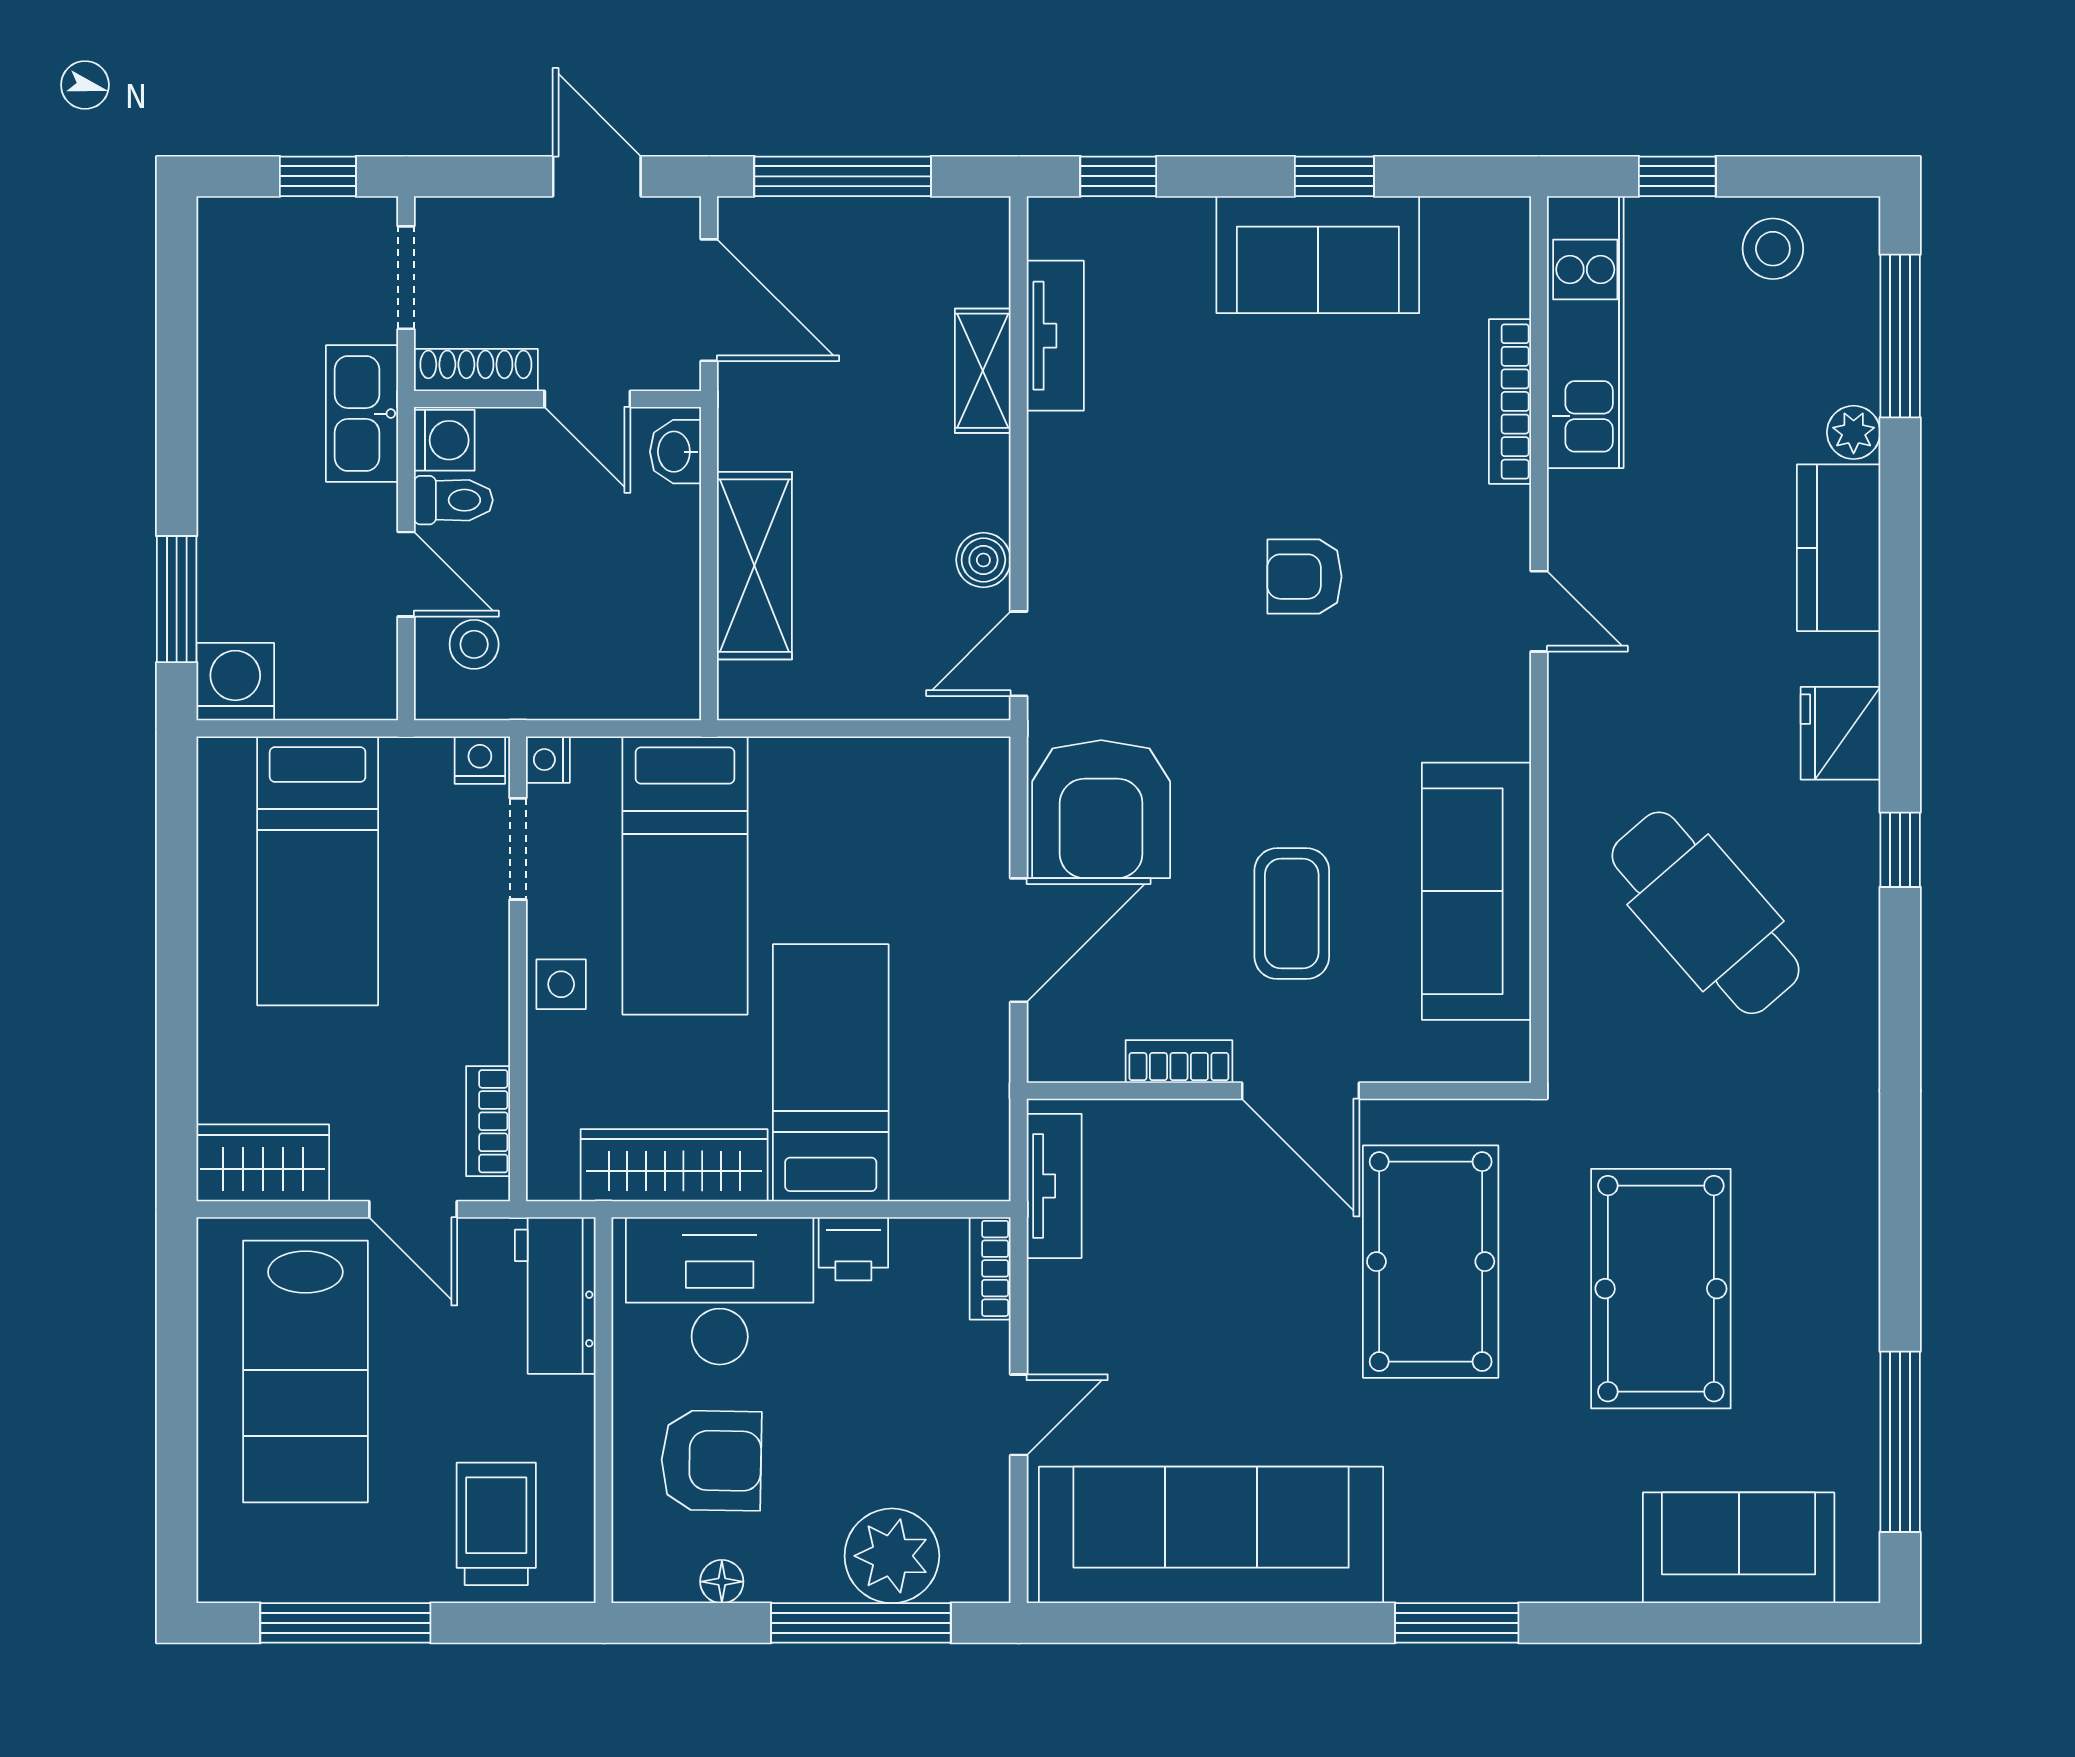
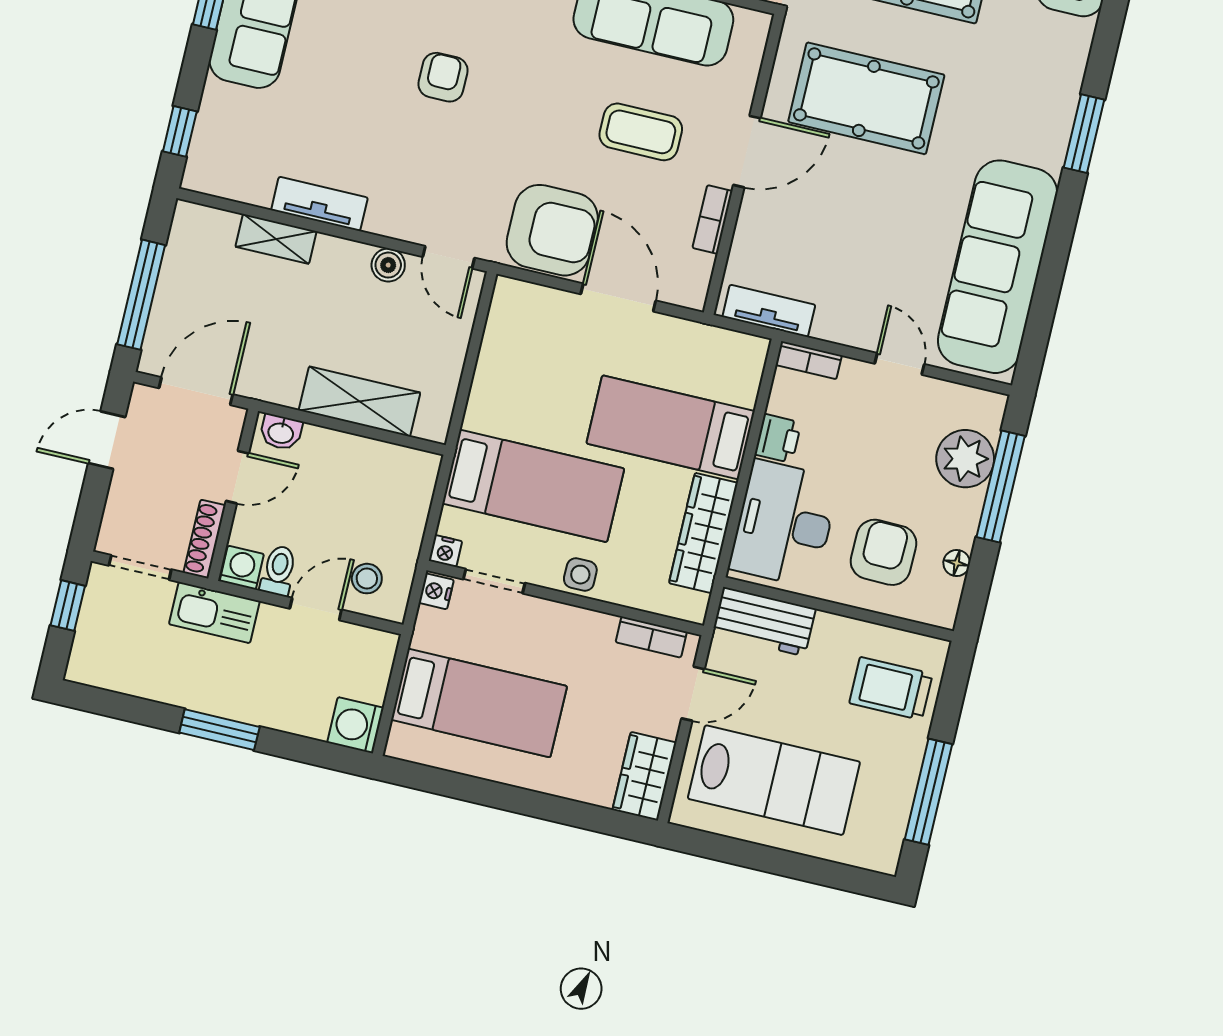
tv unit: (1055, 336) -> (319, 204), moved
armchair: (1304, 577) -> (443, 77), turned 180
window: (177, 599) -> (219, 730), moved

